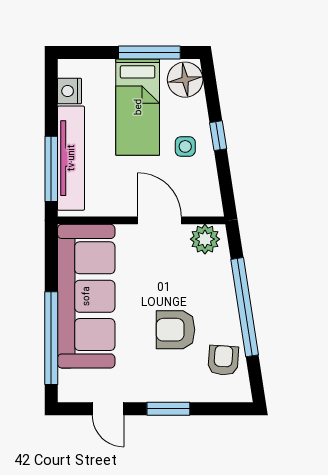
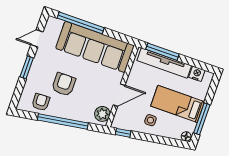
floor lamp: (185, 80) -> (186, 136), width x0.53, depth x0.53
window: (218, 136) -> (123, 133), moved
armchair: (223, 360) -> (41, 102), turned -96

